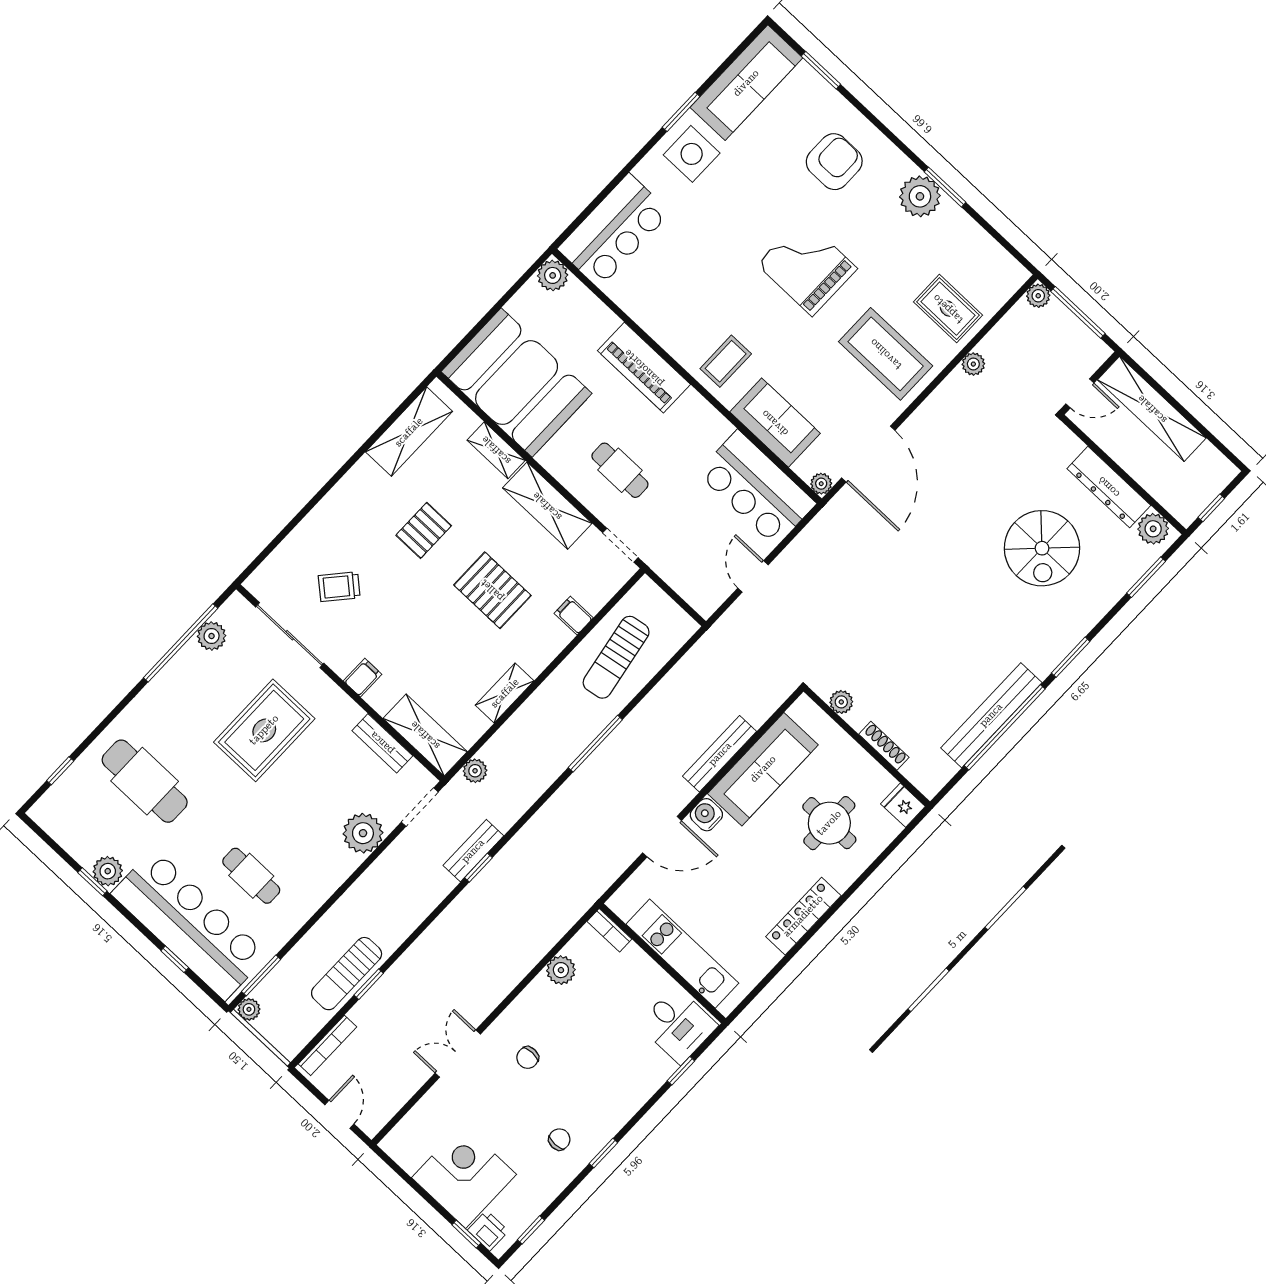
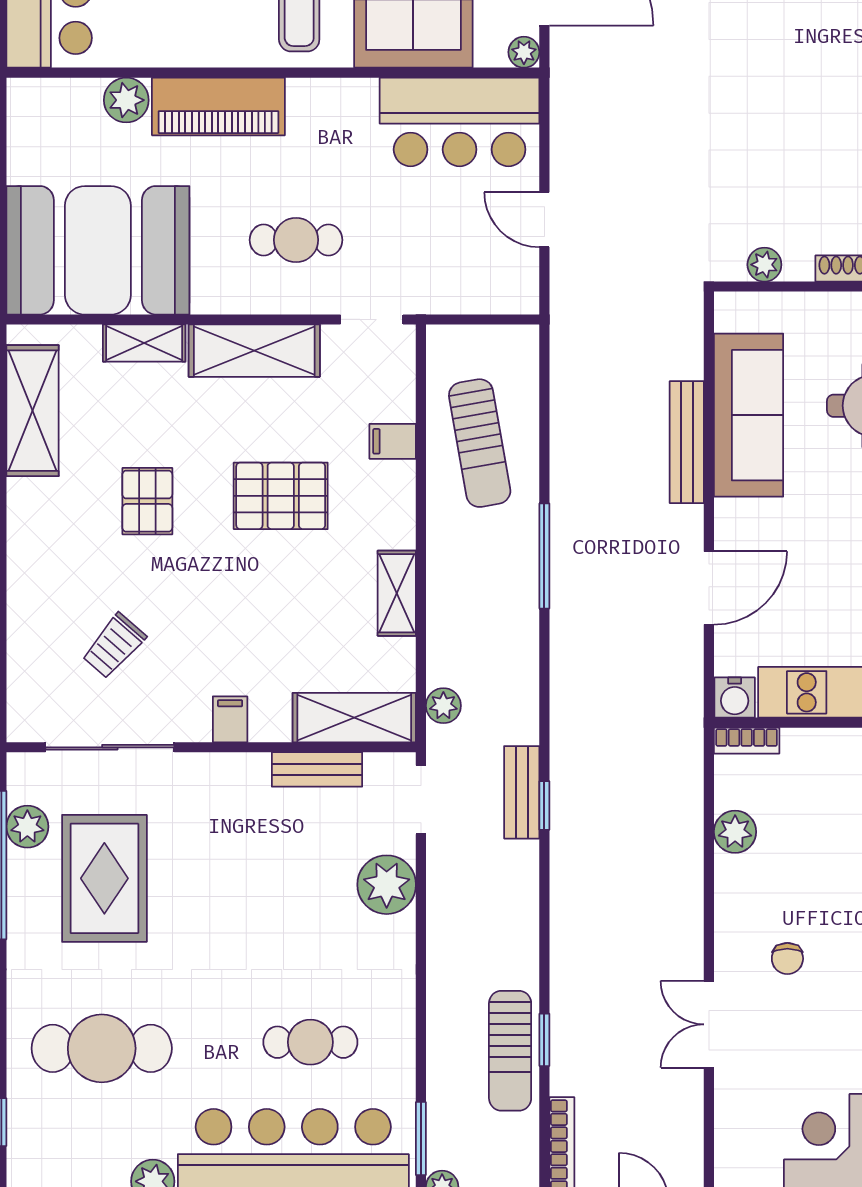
plant: (553, 275) -> (126, 100), moved
rug: (264, 730) -> (104, 878), moved
water cooler: (706, 815) -> (735, 697), moved, turned -90

